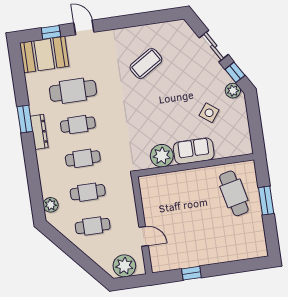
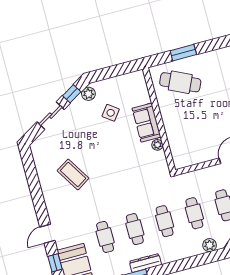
cafe table: (73, 91) -> (105, 237), width x0.73, depth x0.74
plant: (162, 156) -> (157, 145), width x0.53, depth x0.53
cafe table: (234, 193) -> (180, 82), turned 38

